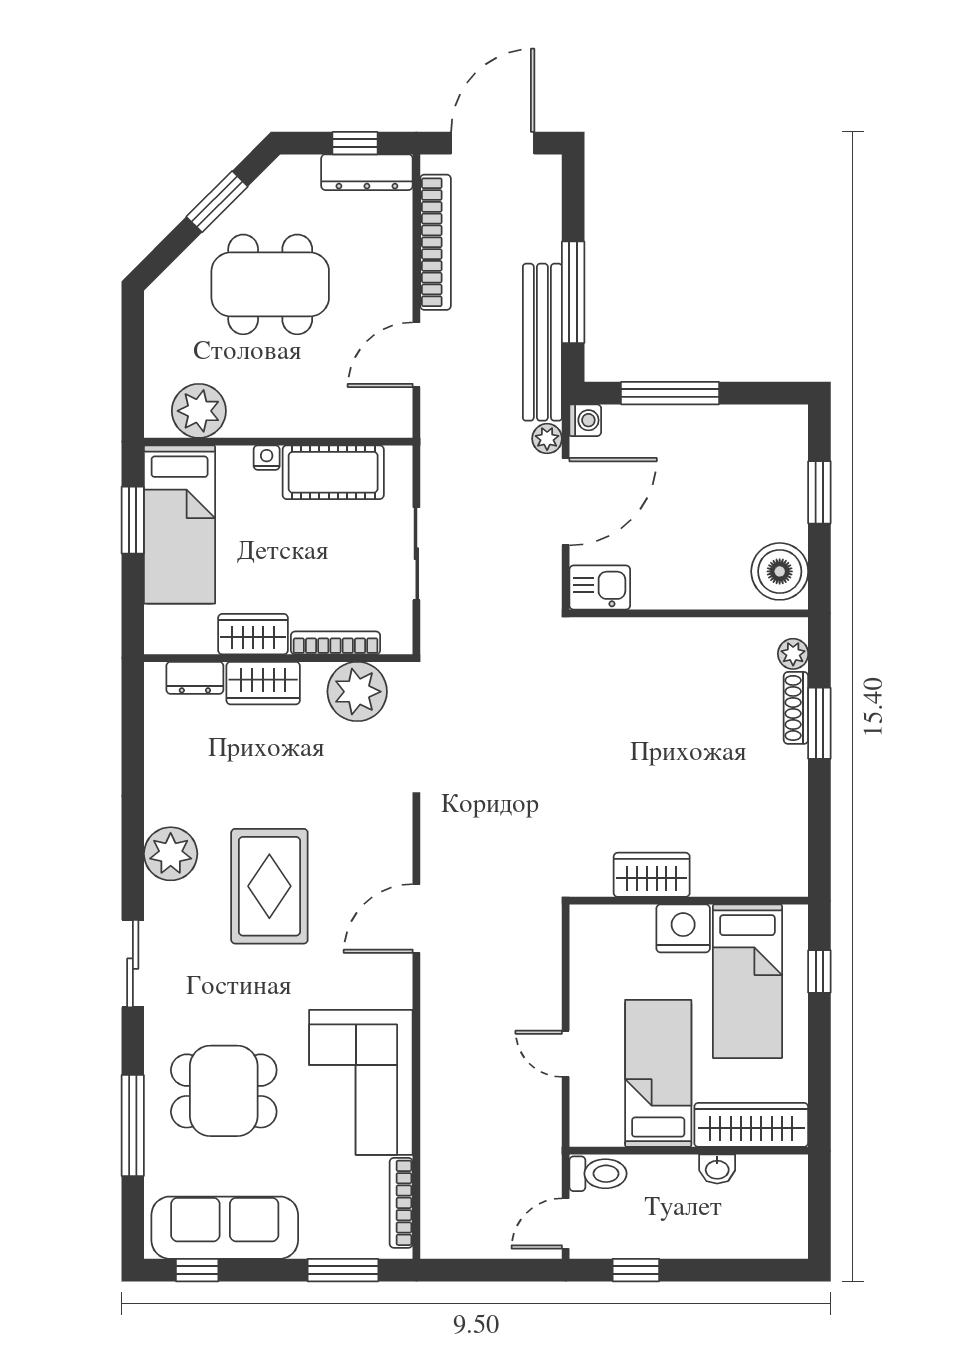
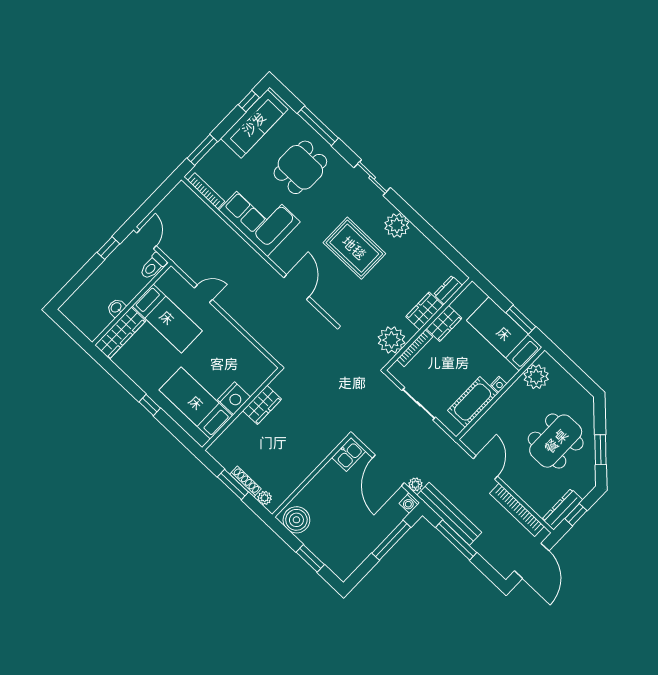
wardrobe: (652, 875) -> (262, 405), moved
wall: (689, 901) -> (242, 409), moved
nightstand: (683, 928) -> (234, 398), moved
bed: (747, 981) -> (196, 403), moved

